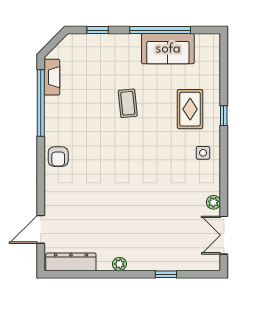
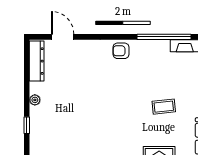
window: (166, 274) -> (27, 125), moved

